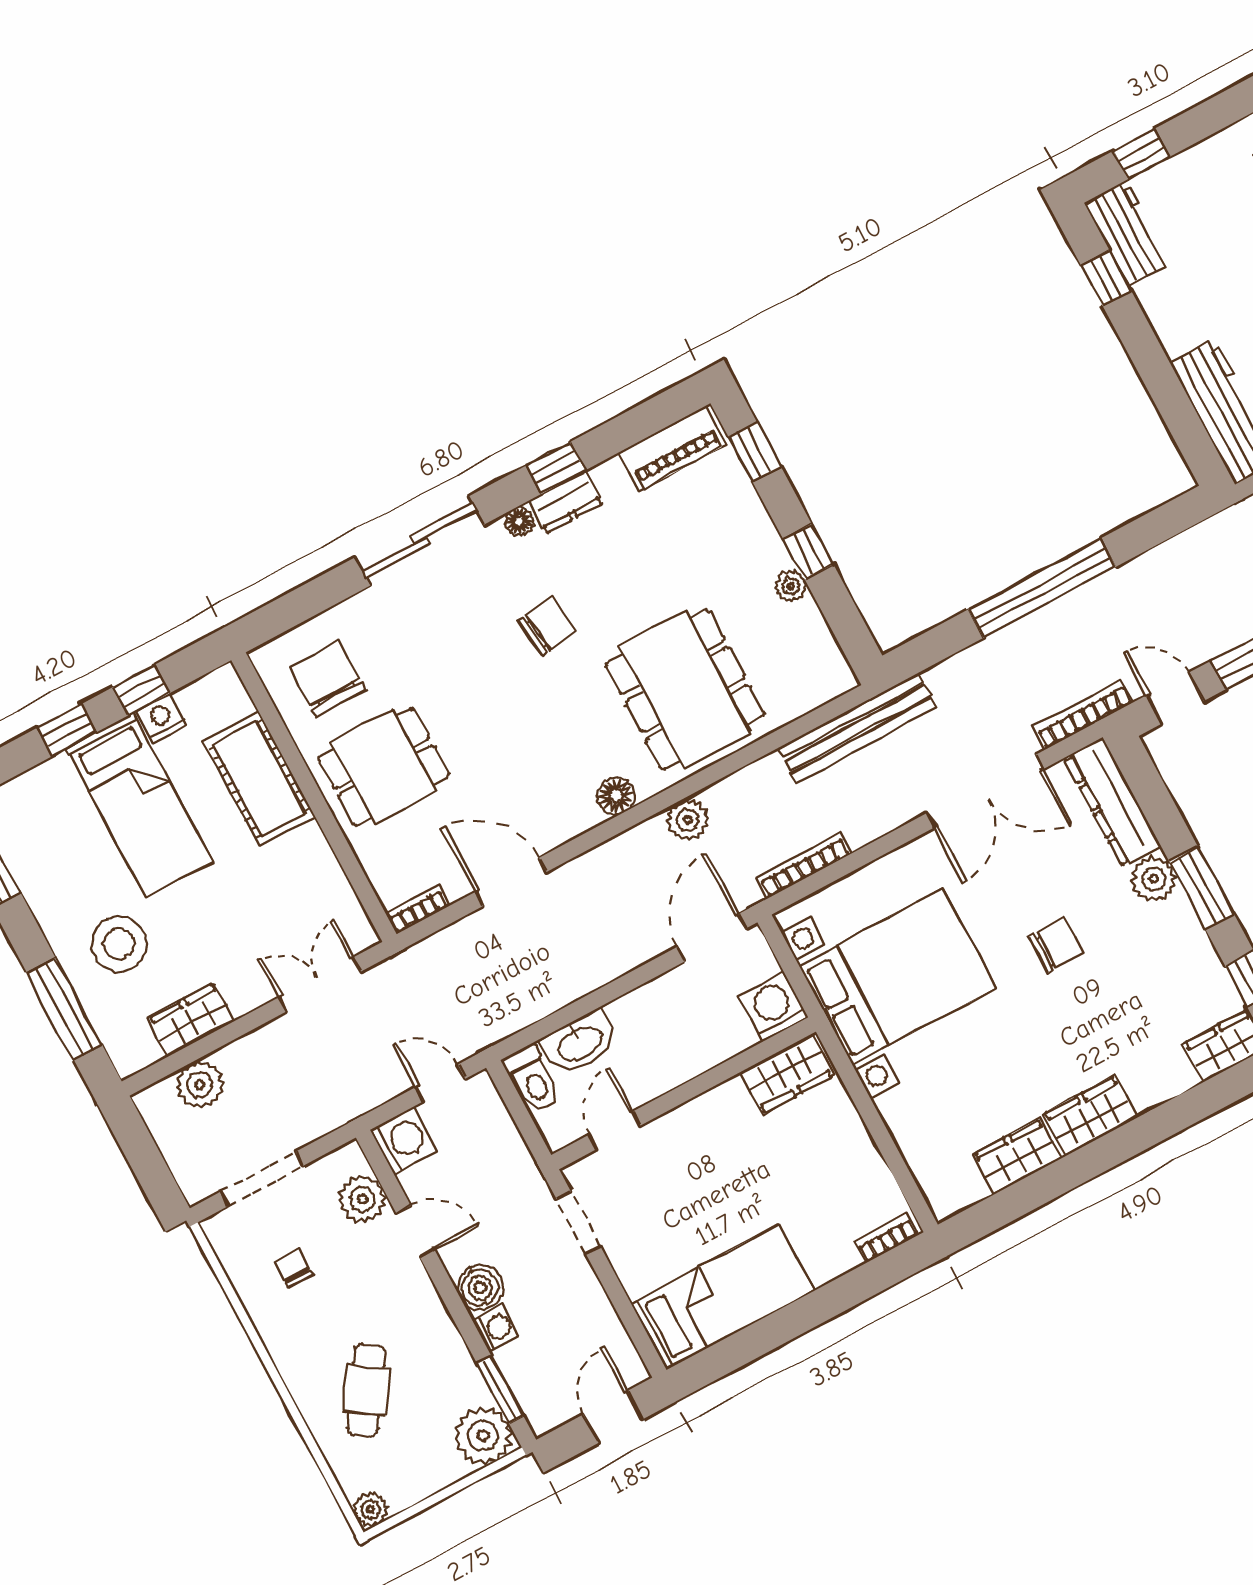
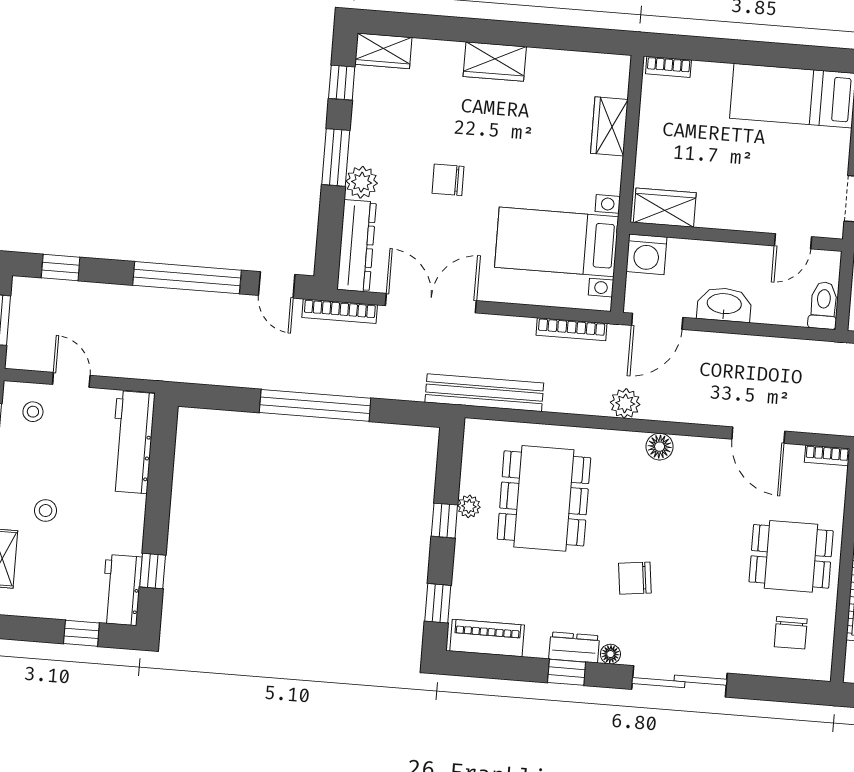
chair: (328, 679) -> (791, 633), width x0.73, depth x0.73
dining table: (685, 690) -> (544, 498), moved
bed with nightstands: (897, 976) -> (557, 242), width x0.73
washbasin: (580, 1043) -> (724, 305), moved
wardrobe: (1017, 1156) -> (609, 126), moved, turned 90

